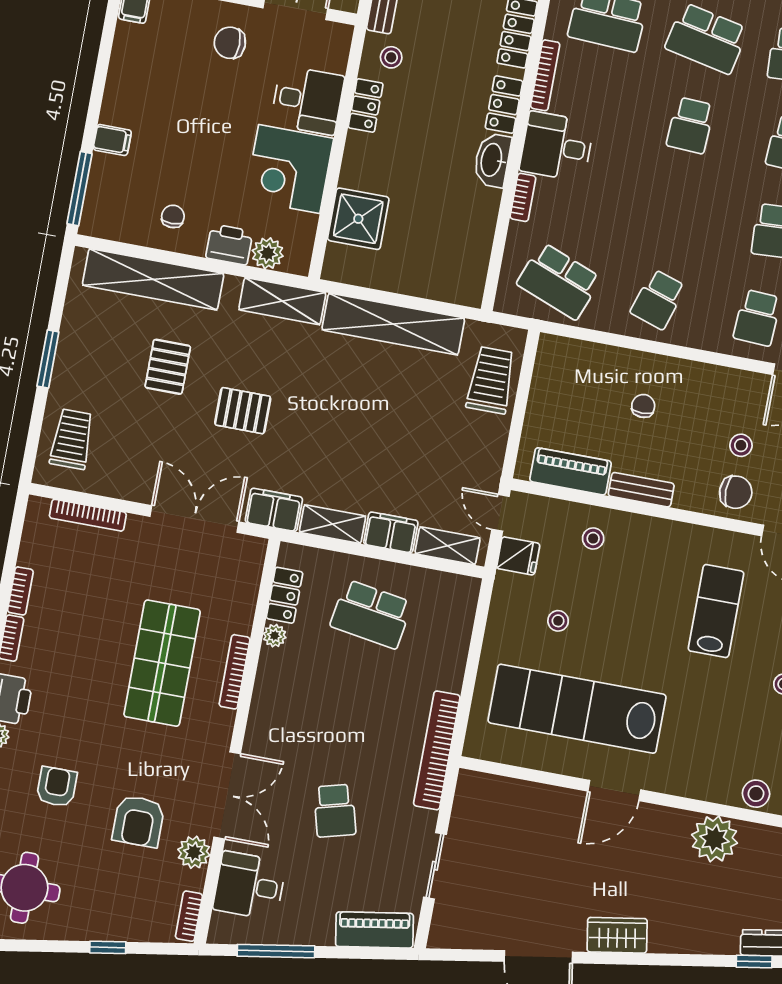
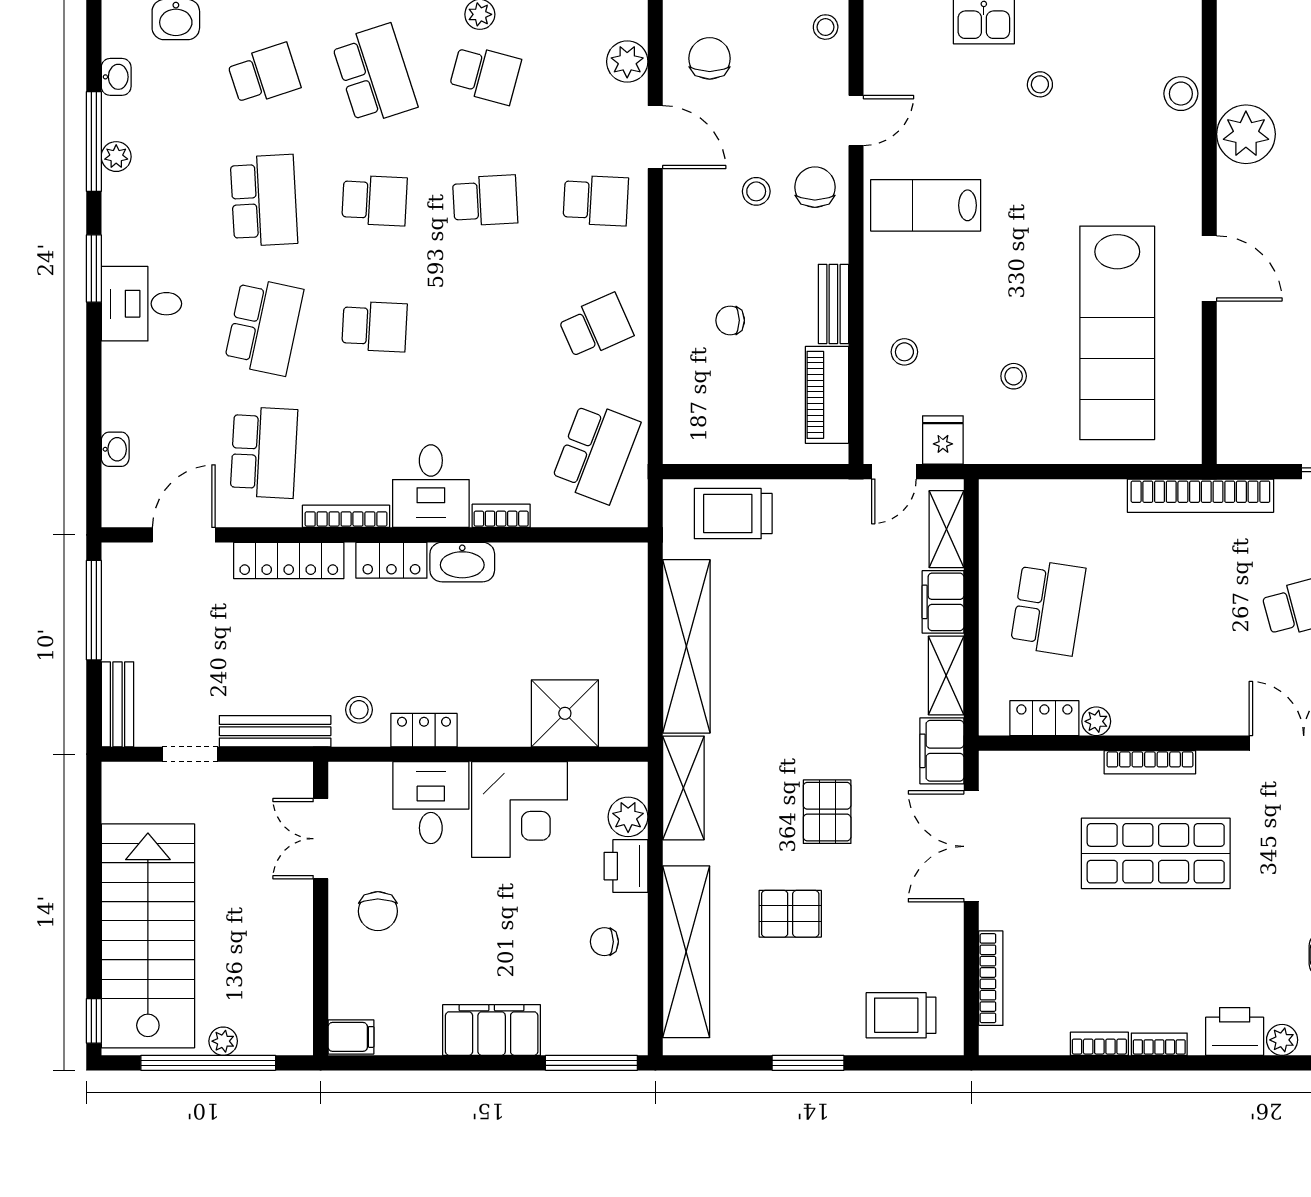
filing cabinet: (112, 140) -> (492, 1030), width x3.00, depth x1.17
school desk: (658, 299) -> (596, 326), turned -42
lab bench: (716, 611) -> (926, 205), moved

